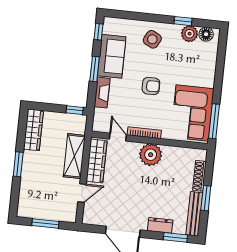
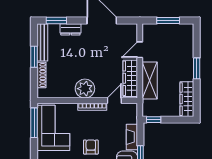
armchair: (151, 86) -> (91, 147), turned 90
door: (118, 137) -> (114, 101), swing flipped

